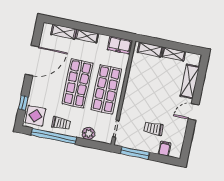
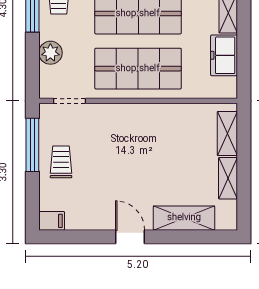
freezer: (119, 45) -> (224, 55), moved
trolley: (153, 129) -> (61, 162), moved
filing cabinet: (165, 149) -> (52, 221), moved

